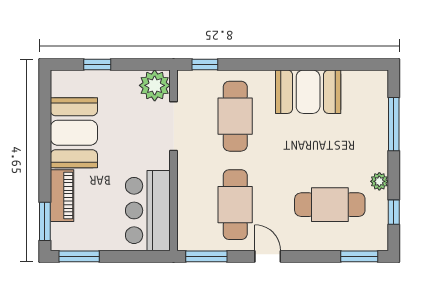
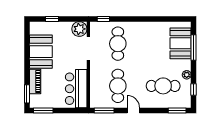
booth: (308, 92) -> (181, 43), moved, turned 90

